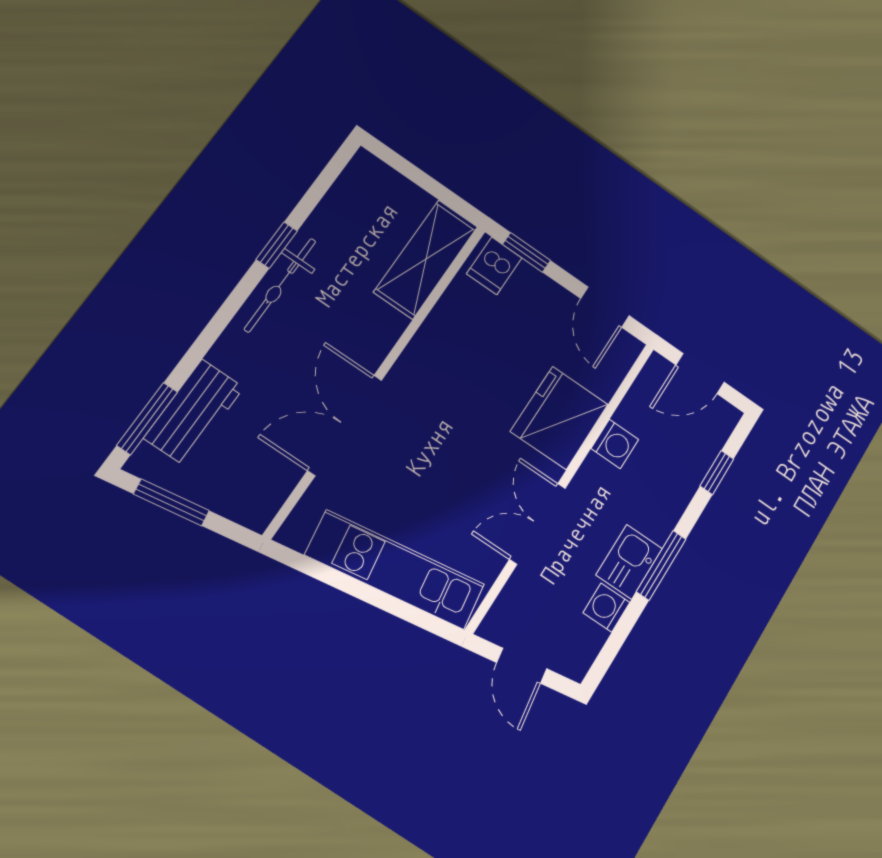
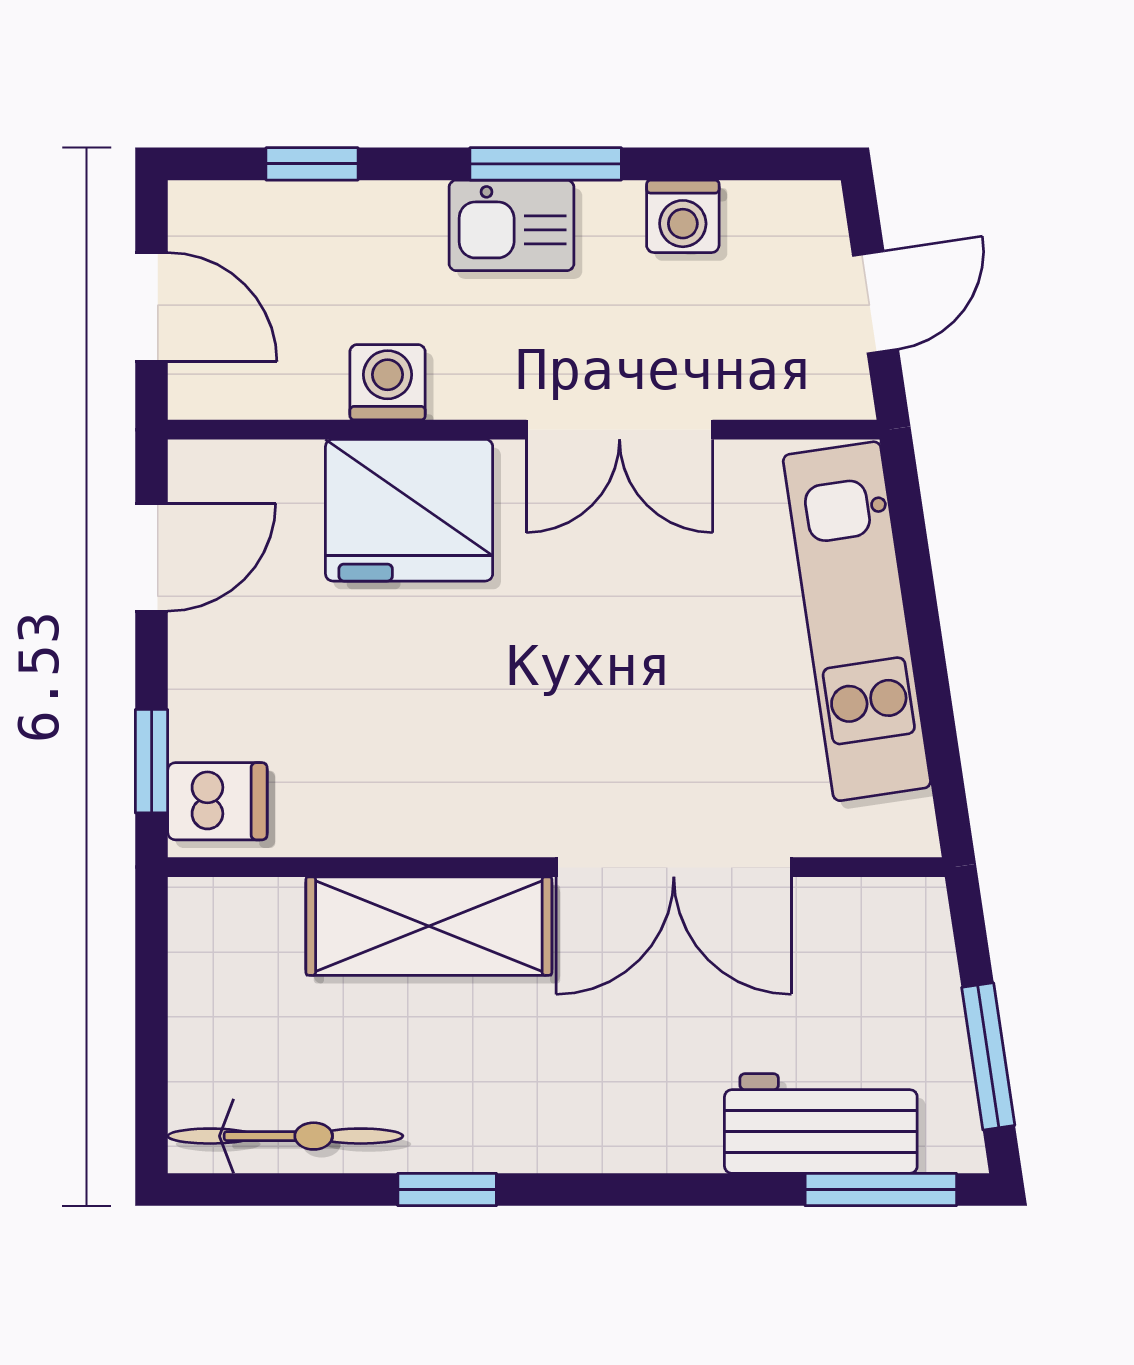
shelving: (426, 259) -> (429, 926), moved
bicycle: (280, 285) -> (285, 1136), moved
kitchen sink: (629, 562) -> (512, 225), moved

